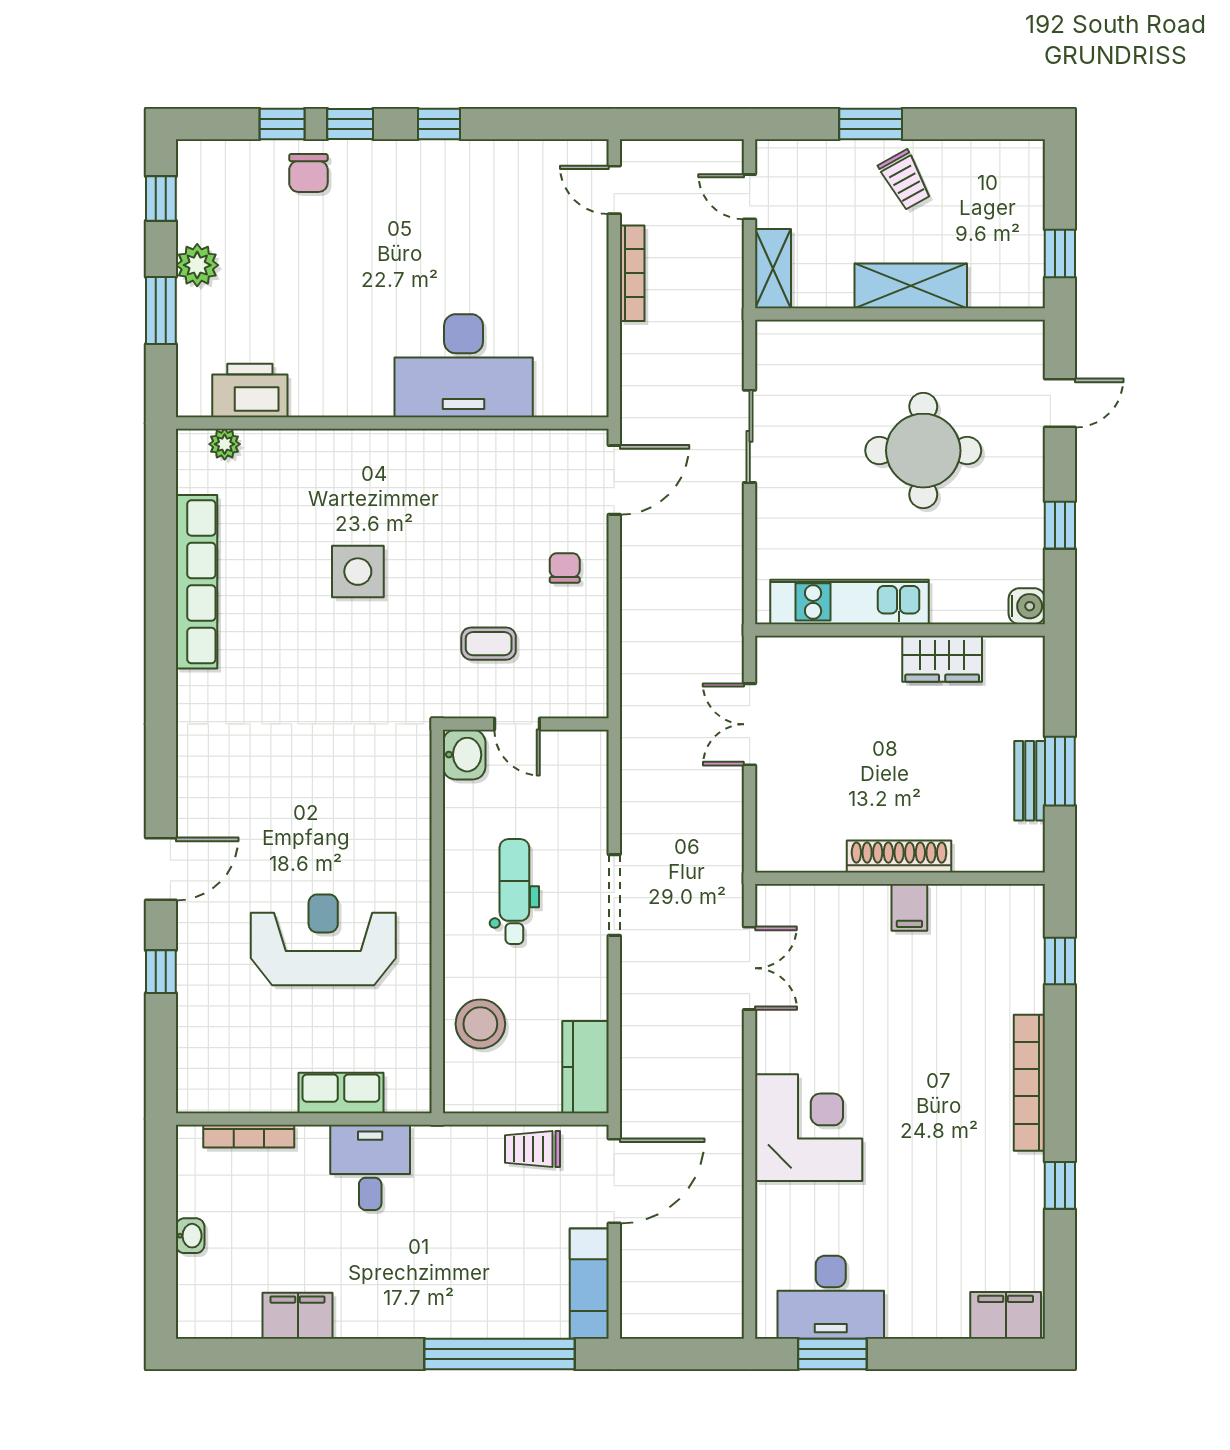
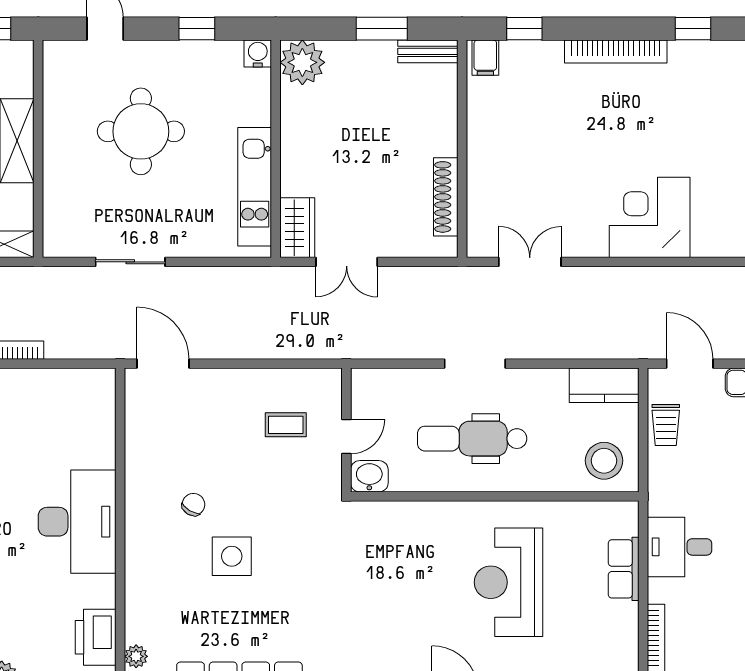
desk: (464, 366) -> (77, 522), moved
chair: (565, 568) -> (193, 504), moved, turned 121
coffee table: (489, 644) -> (286, 425), moved, turned 90
wardrobe: (942, 659) -> (297, 228), moved
plant: (1015, 665) -> (302, 62), added
bench: (1030, 781) -> (428, 51), moved
shoe rack: (899, 856) -> (446, 197), moved
dental chair: (514, 891) -> (472, 439), width x1.36, depth x1.38
filing cabinet: (909, 907) -> (485, 58), moved, turned 90
stool: (480, 1024) -> (604, 461), moved
door: (614, 1181) -> (690, 364), width x0.73

